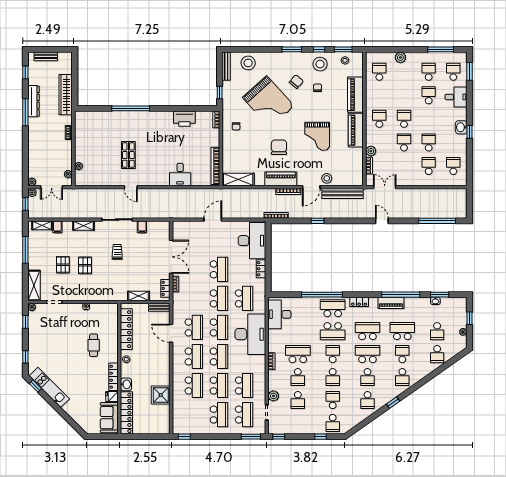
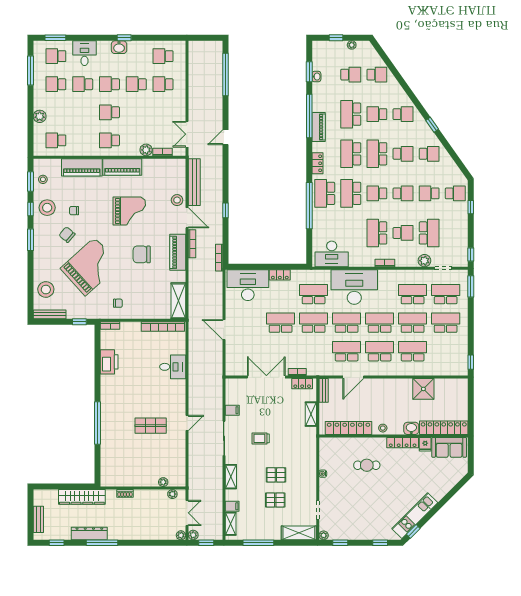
school desk: (404, 142) -> (109, 84), moved
school desk: (333, 331) -> (351, 193), turned 180
school desk: (298, 400) -> (429, 233), width x1.85

